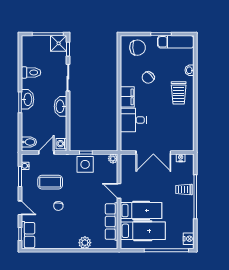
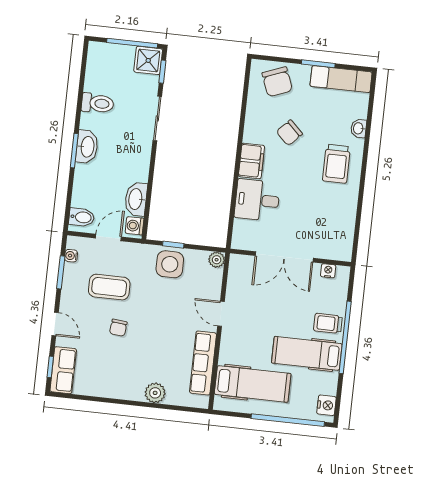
chair: (138, 48) -> (277, 82), turned 73
washbasin: (60, 106) -> (136, 199), moved
hospital bed: (141, 211) -> (307, 353), moved, turned 180

